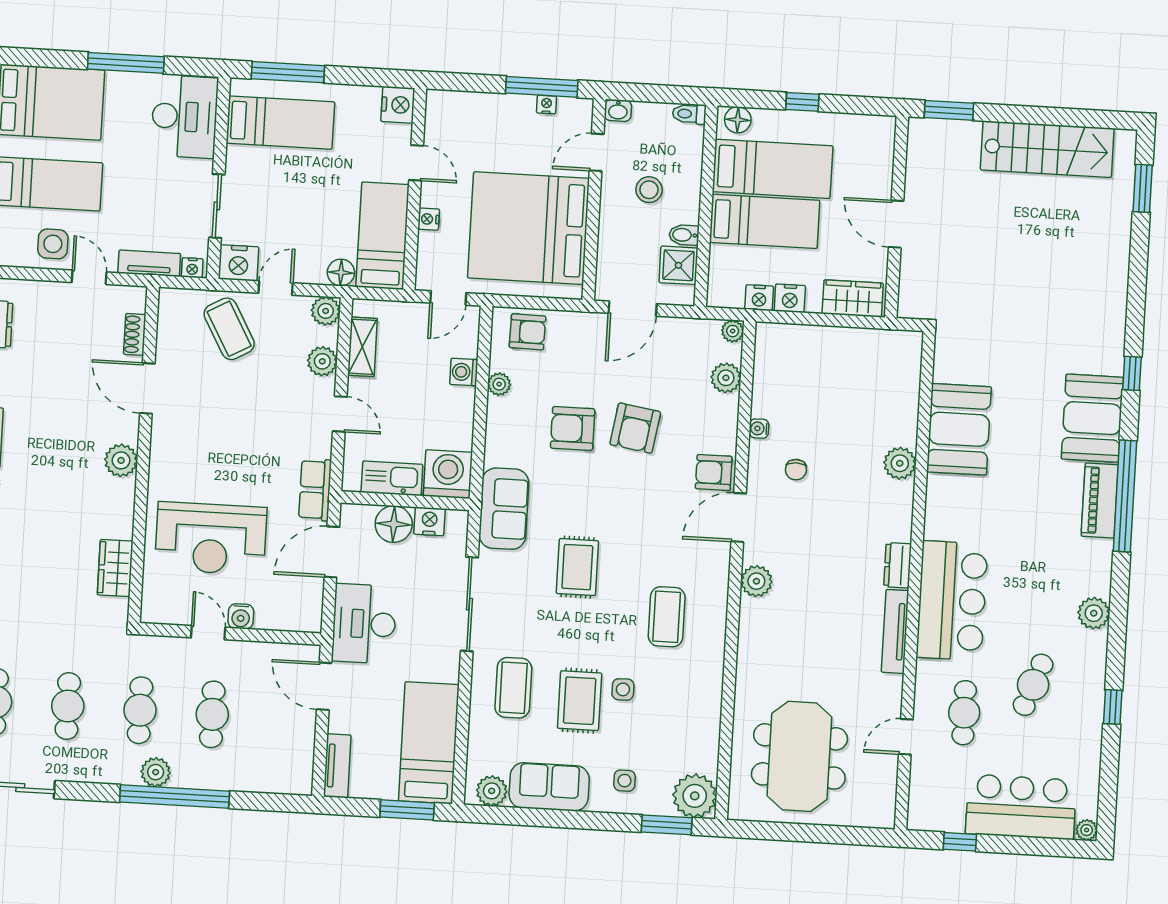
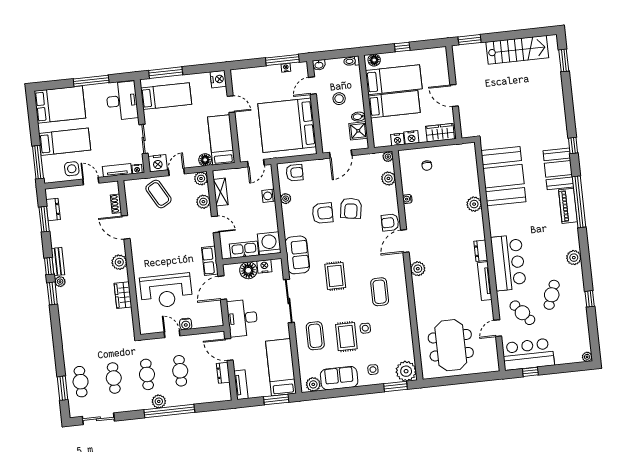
nightstand: (429, 219) -> (241, 129), removed
armchair: (573, 428) -> (322, 213), turned 180
booth: (959, 429) -> (503, 176), width x1.36, depth x1.42
chair: (796, 470) -> (427, 166), moved
wardrobe: (115, 568) -> (123, 295), moved
cafe table: (964, 713) -> (522, 313), turned -40
dresser: (303, 734) -> (223, 373), added
bar counter: (1021, 807) -> (528, 354), moved

